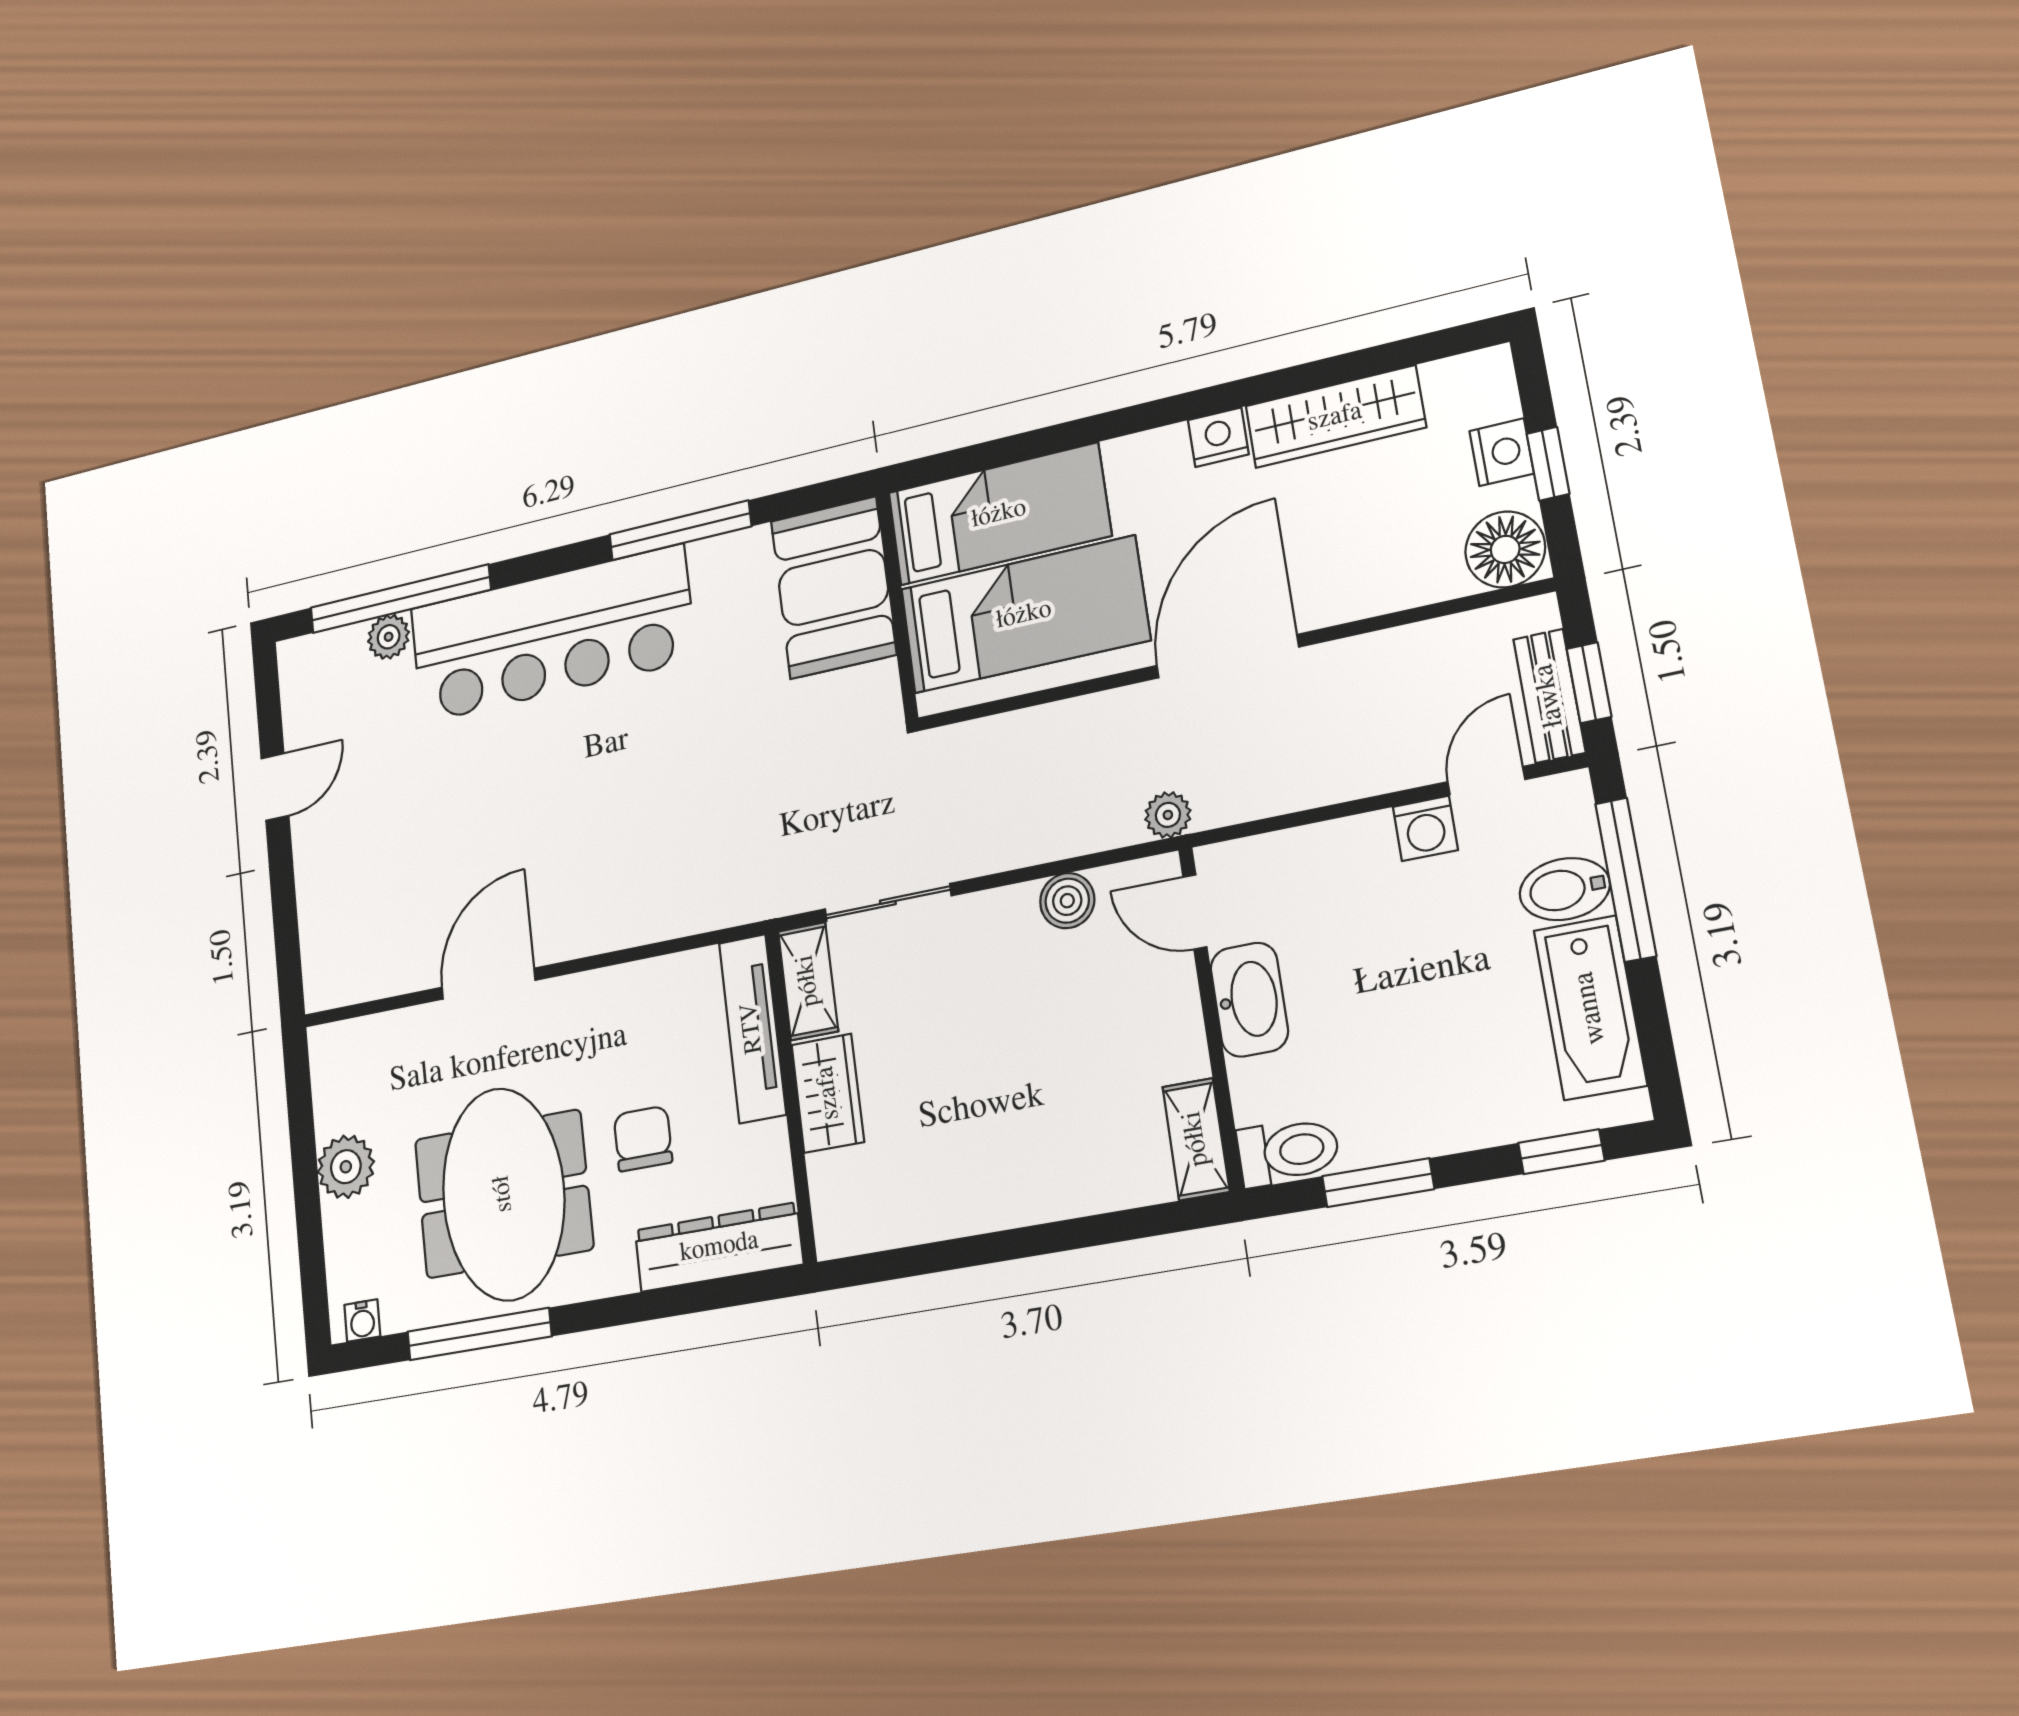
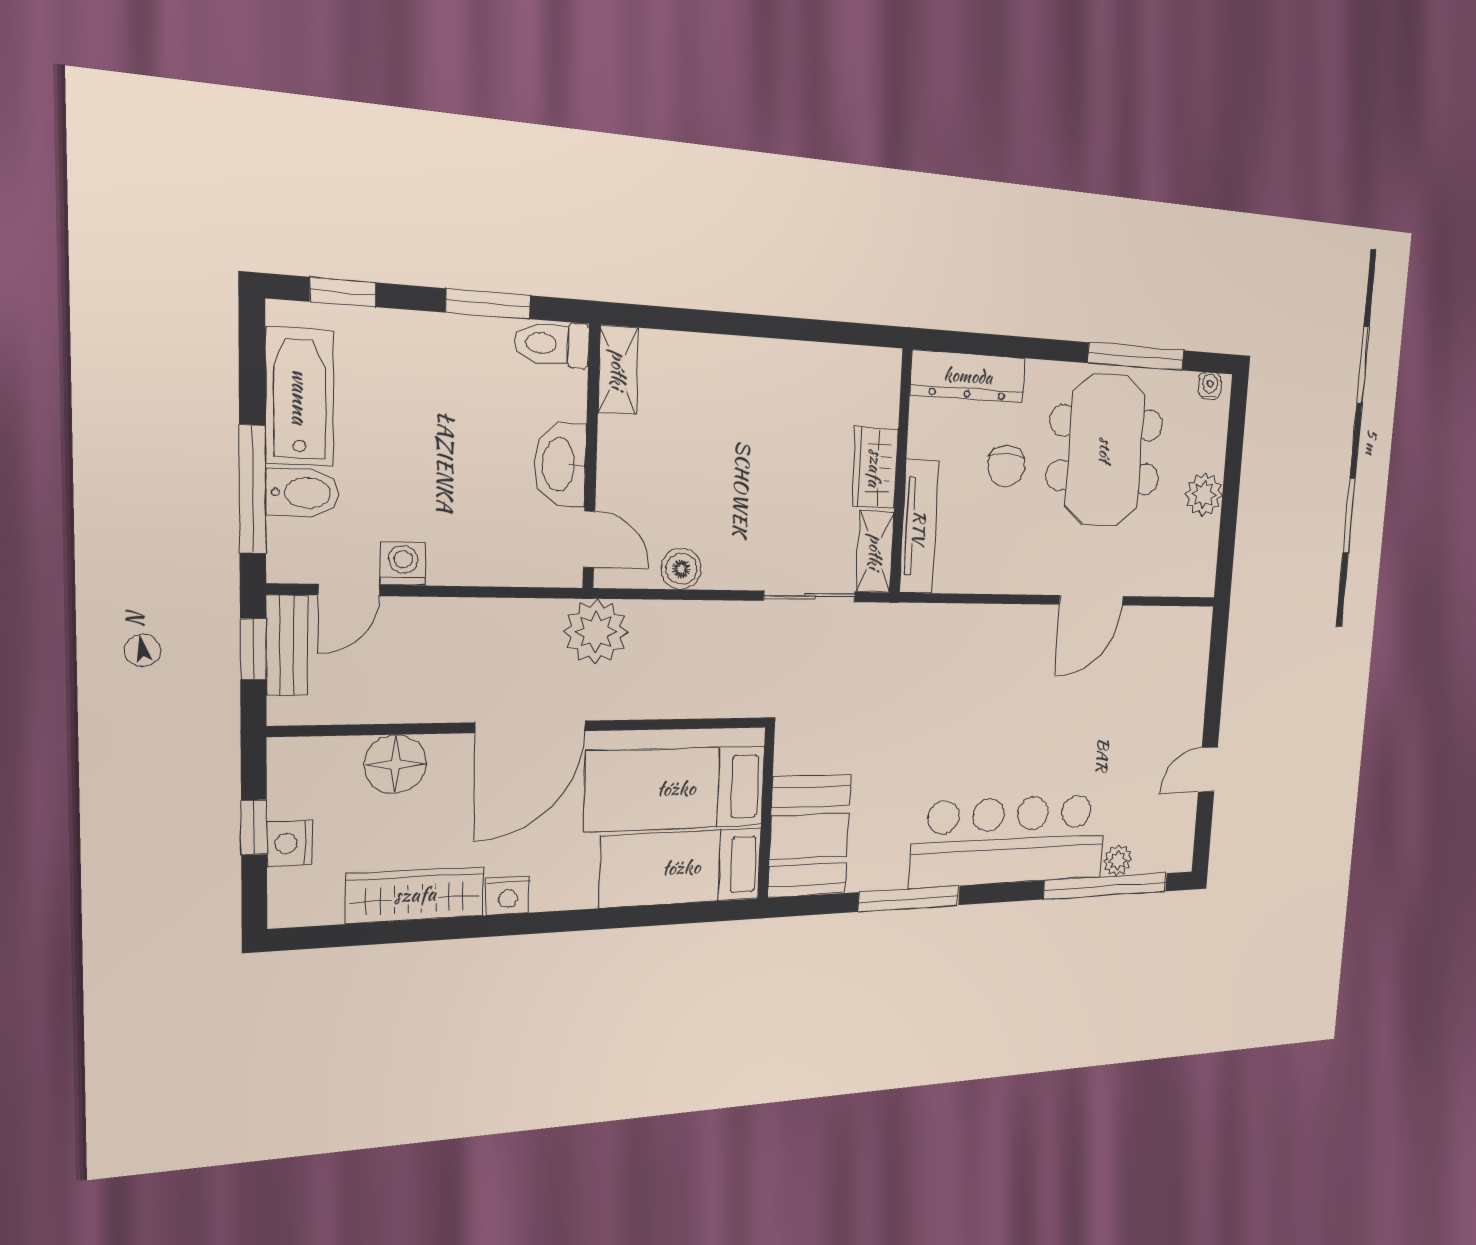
floor lamp: (1505, 549) -> (395, 764), moved
plant: (1168, 815) -> (596, 632), width x1.88, depth x1.88

